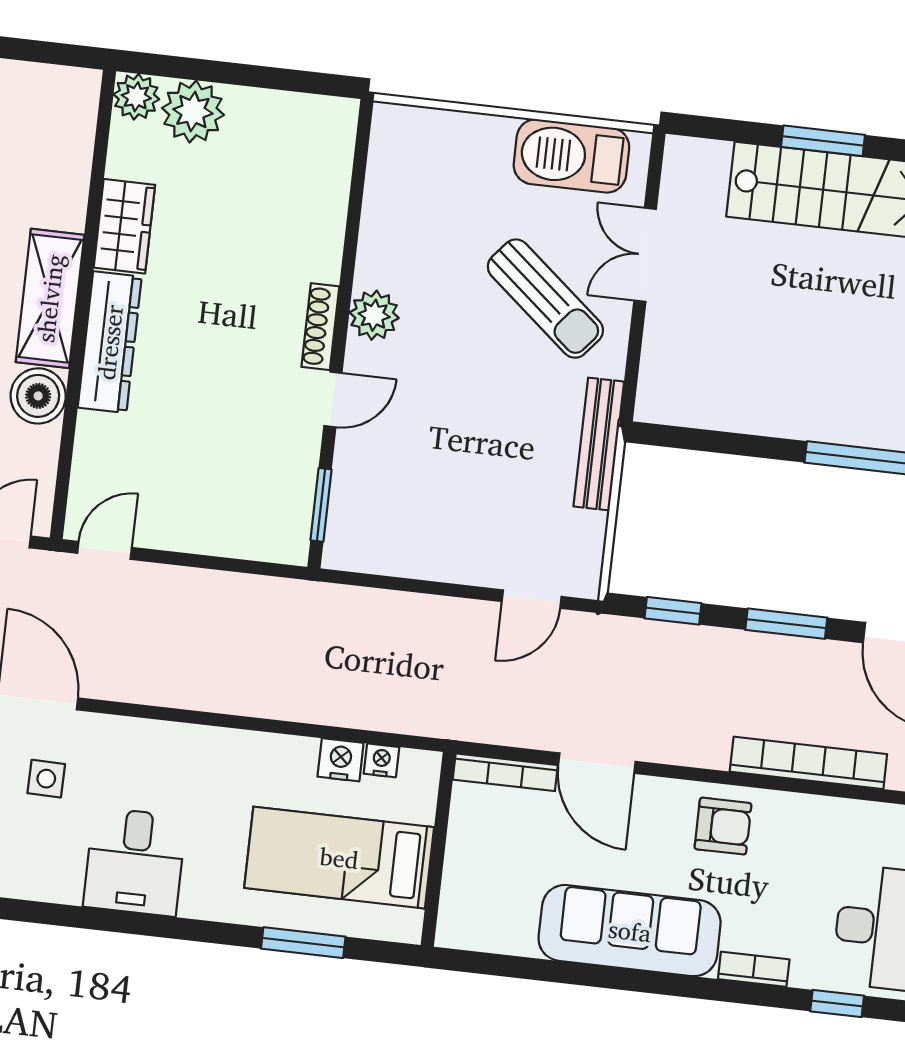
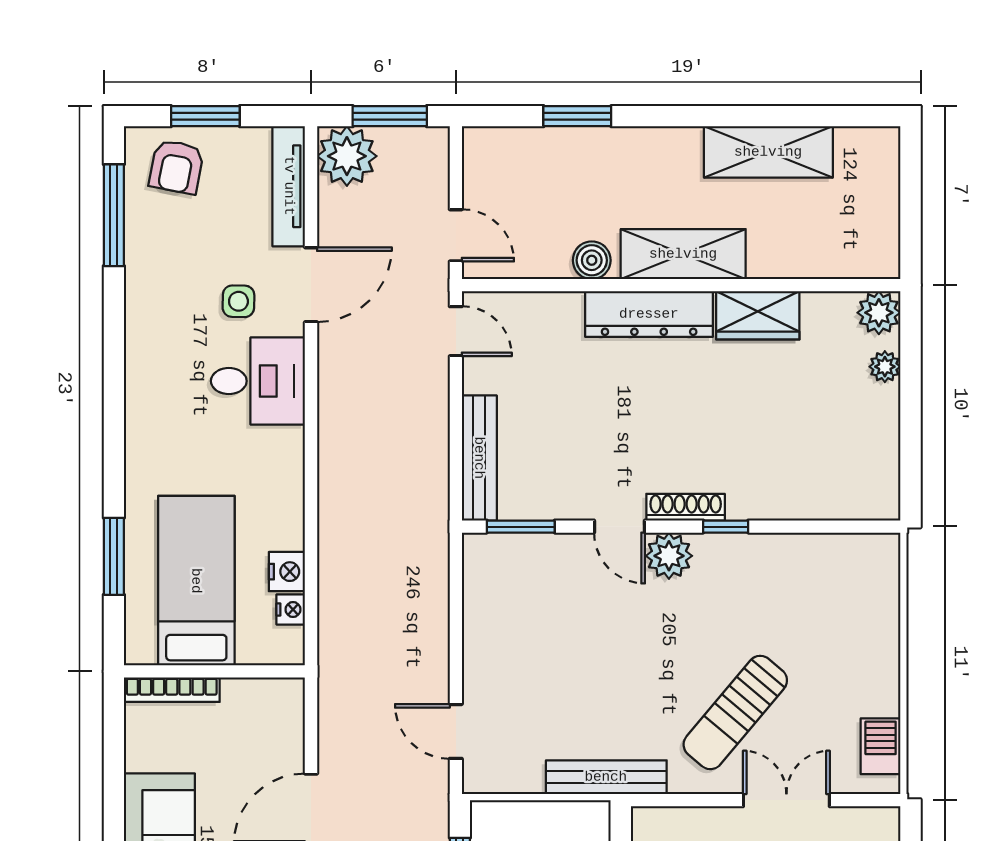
plant: (193, 111) -> (885, 367), width x0.53, depth x0.53
barbecue: (571, 156) -> (881, 746), width x0.53, depth x0.65
window: (346, 286) -> (726, 527), added
plant: (374, 315) -> (669, 556), moved
boiler: (38, 396) -> (592, 260), width x0.73, depth x0.73
bench: (243, 541) -> (479, 458), added
bookcase: (505, 772) -> (172, 690), moved, turned -90
desk: (135, 862) -> (258, 381), moved, turned 180

